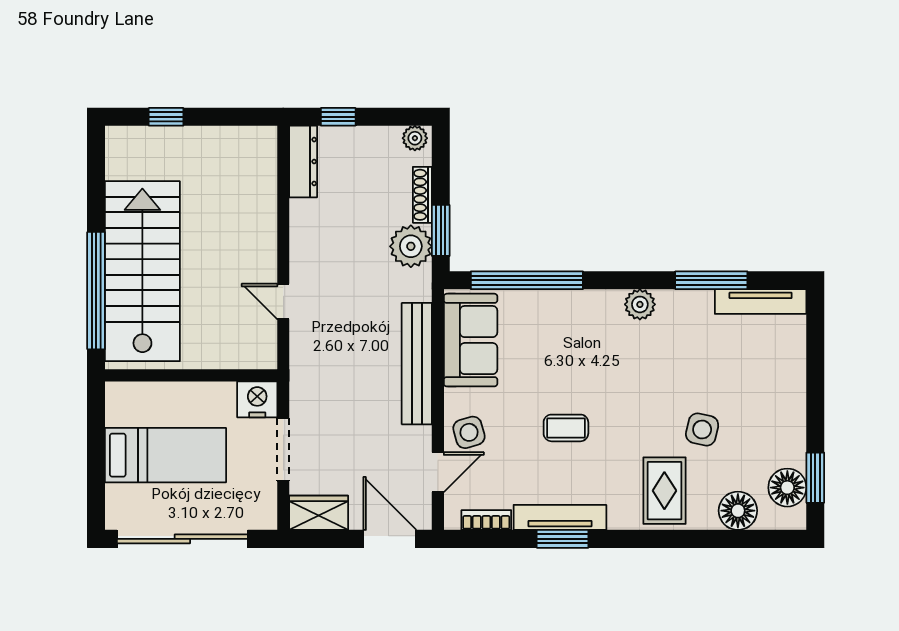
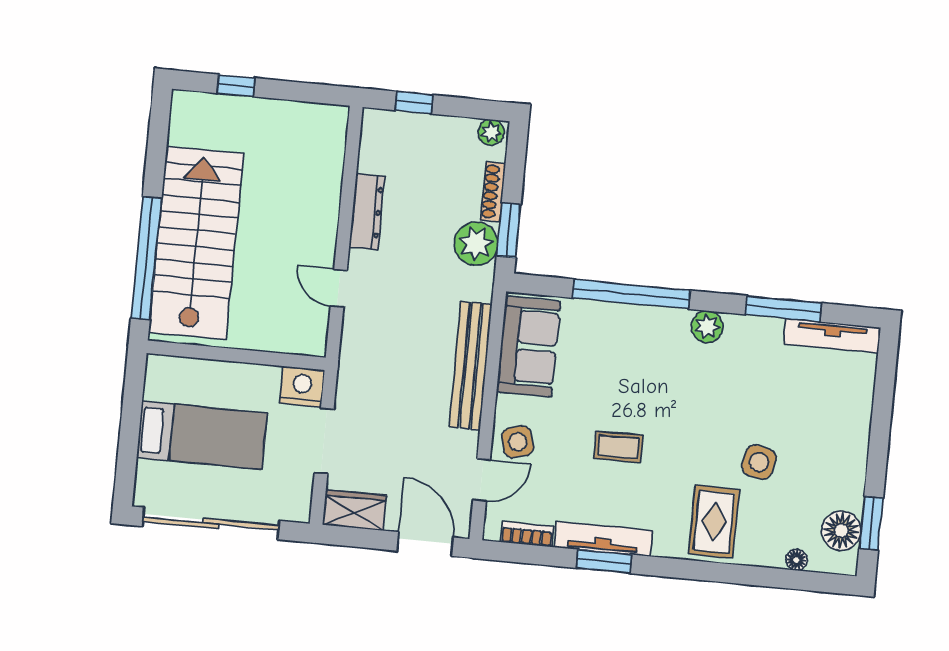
dresser: (303, 162) -> (367, 212), moved
window: (527, 280) -> (631, 294), moved
floor lamp: (738, 511) -> (796, 560), width x0.53, depth x0.53

